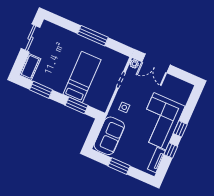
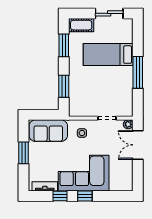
bed: (82, 77) -> (108, 55), moved, turned 180

